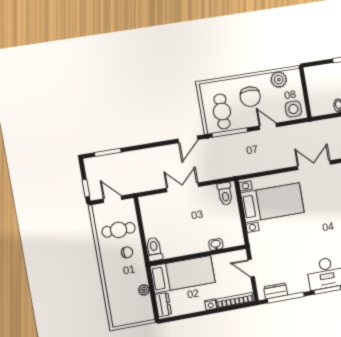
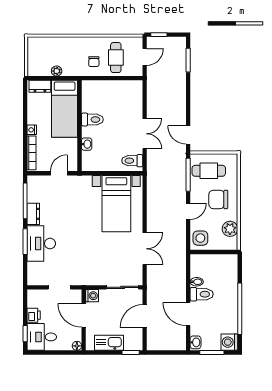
double door: (183, 187) -> (145, 134), moved
toilet: (154, 249) -> (92, 120), moved
dresser: (276, 291) -> (33, 214), moved

